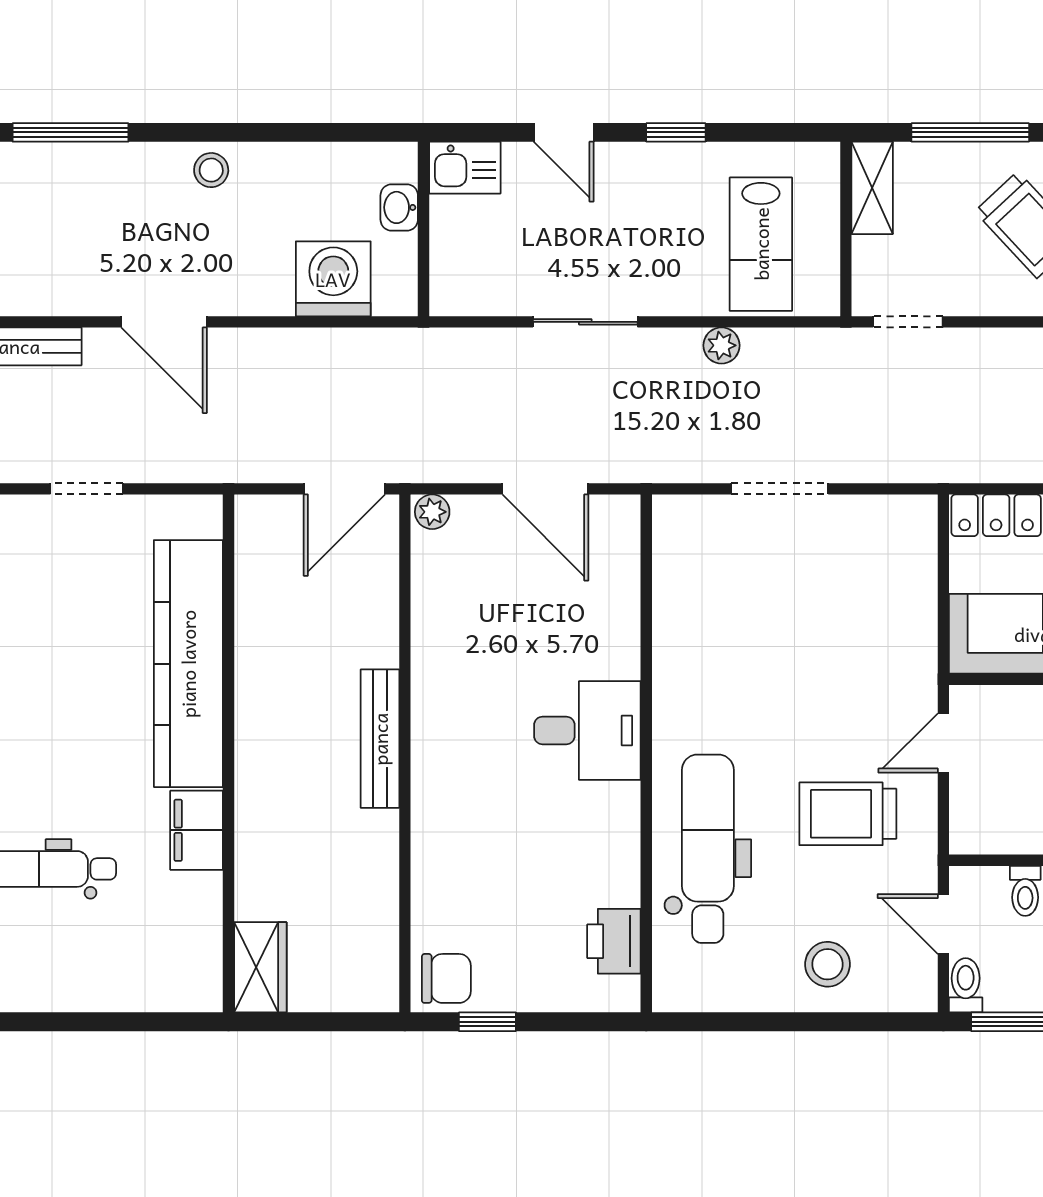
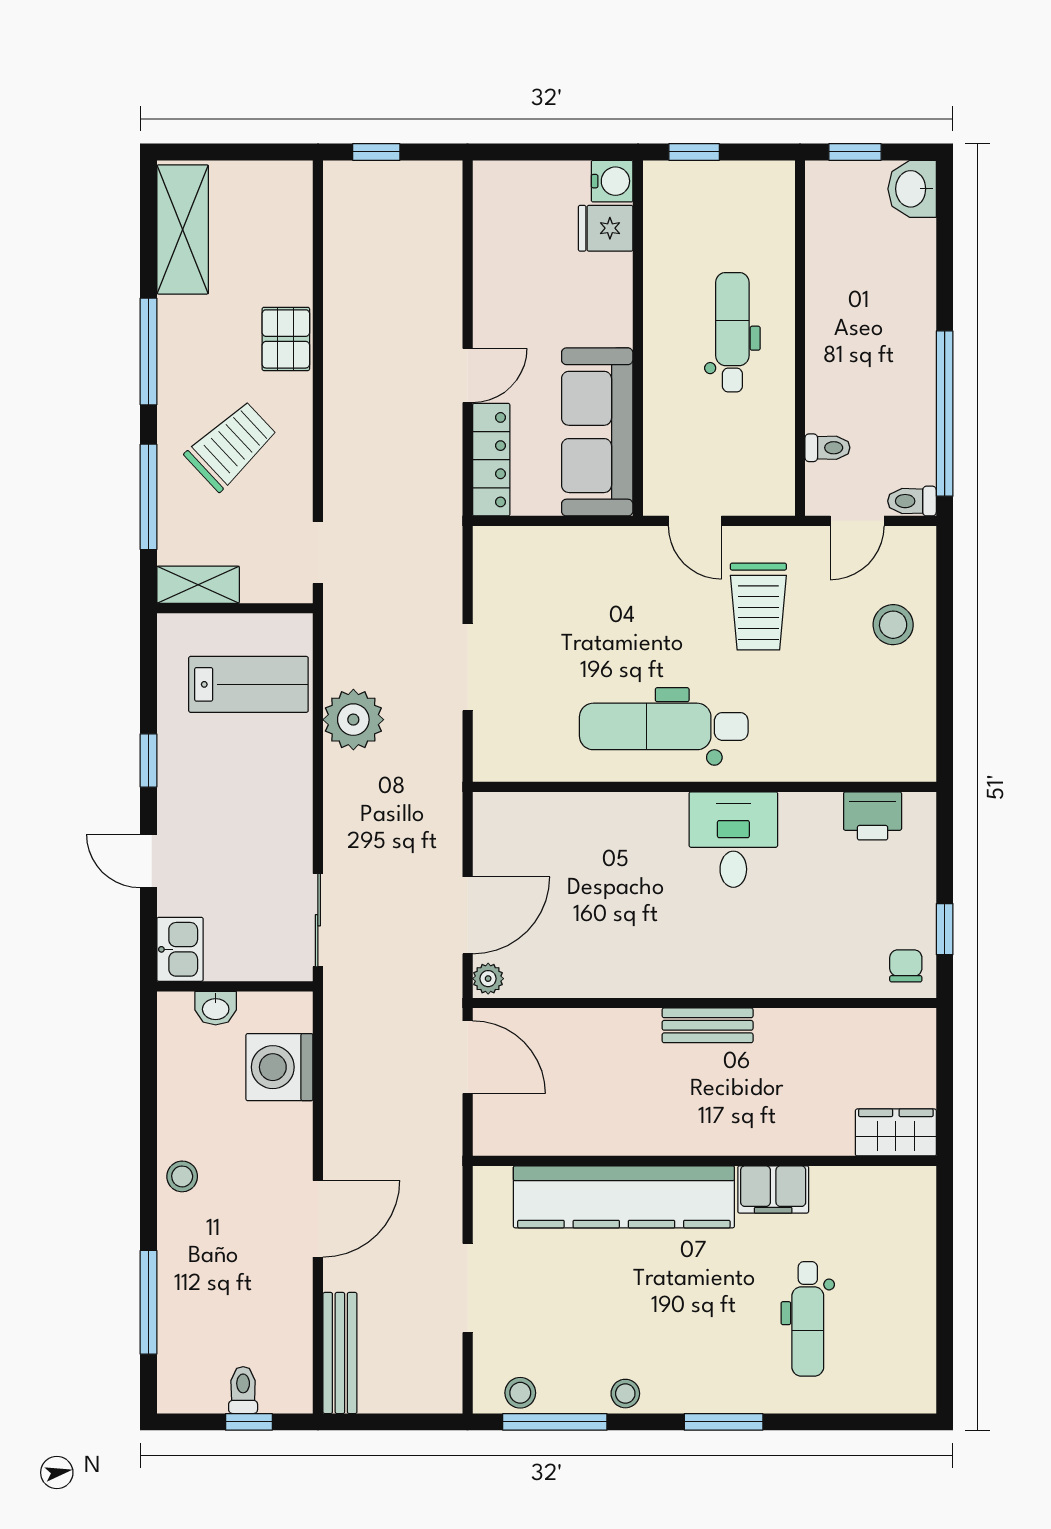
door: (564, 132) -> (148, 861), swing flipped
sliding door: (585, 322) -> (318, 920), moved
plant: (722, 345) -> (353, 720), width x1.88, depth x1.88
doorway: (87, 489) -> (468, 1288), width x1.38
door: (545, 489) -> (468, 915), moved
desk: (587, 730) -> (733, 840), moved
bench: (380, 739) -> (708, 1025), width x0.73
dental chair: (708, 849) -> (664, 726), moved
chair: (446, 978) -> (906, 966), width x0.73, depth x0.73

